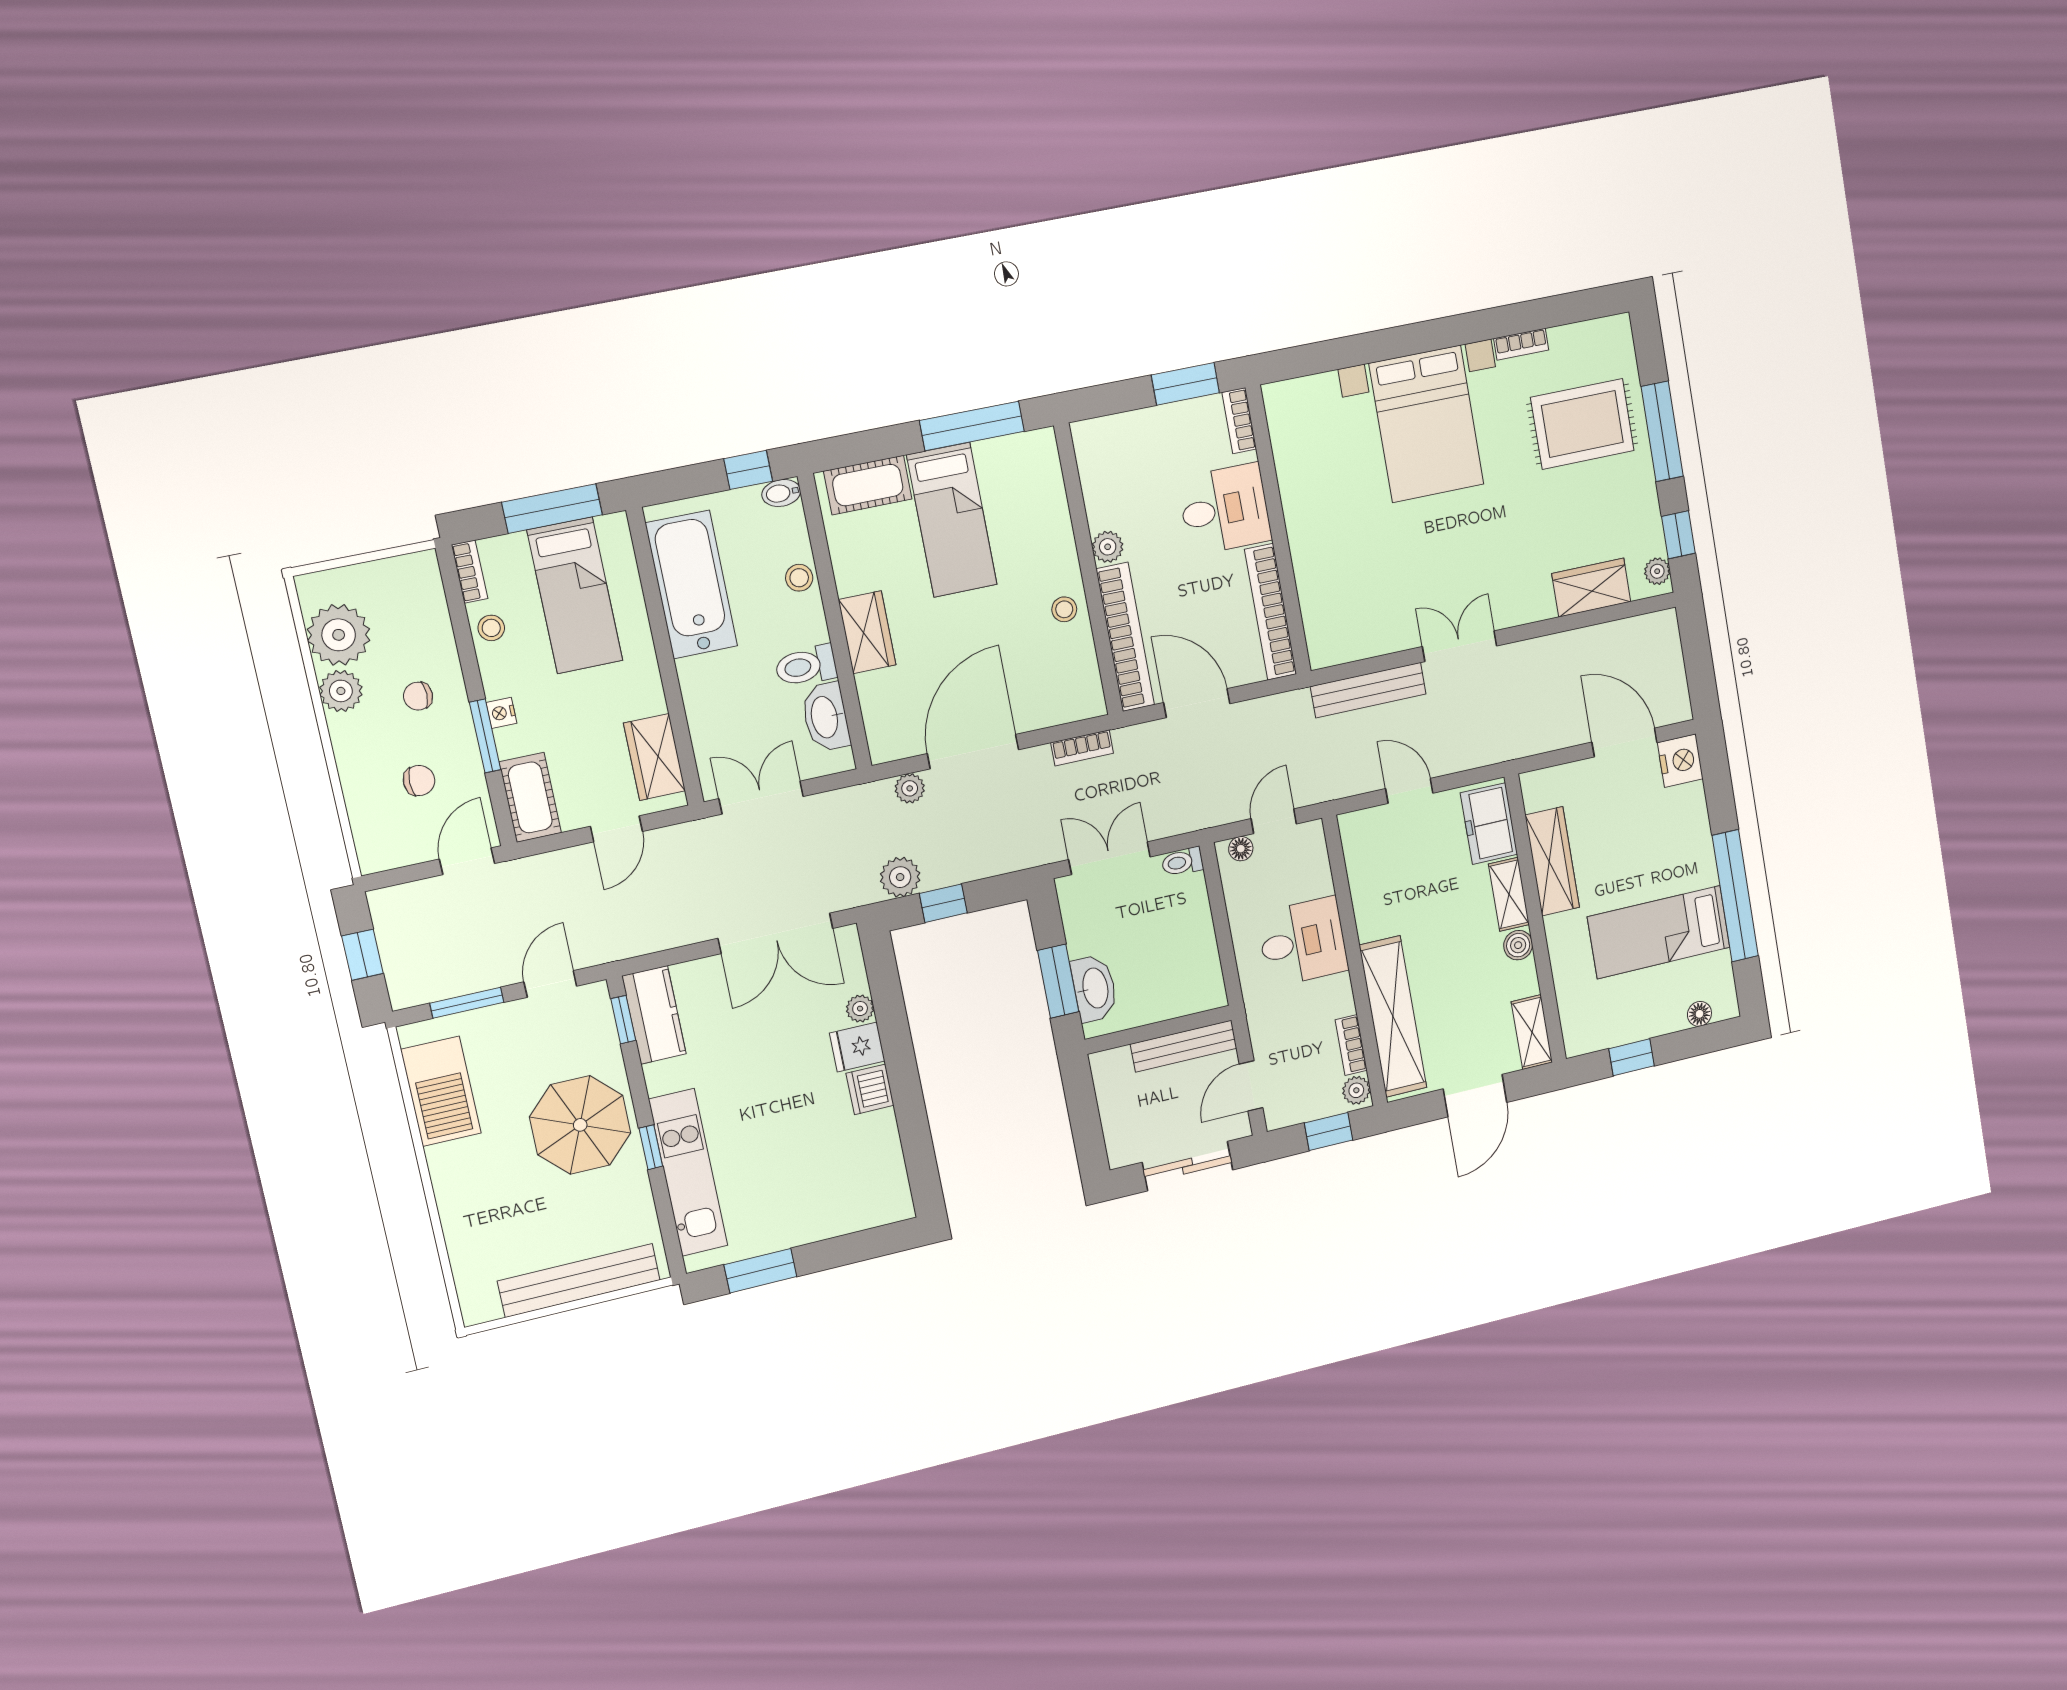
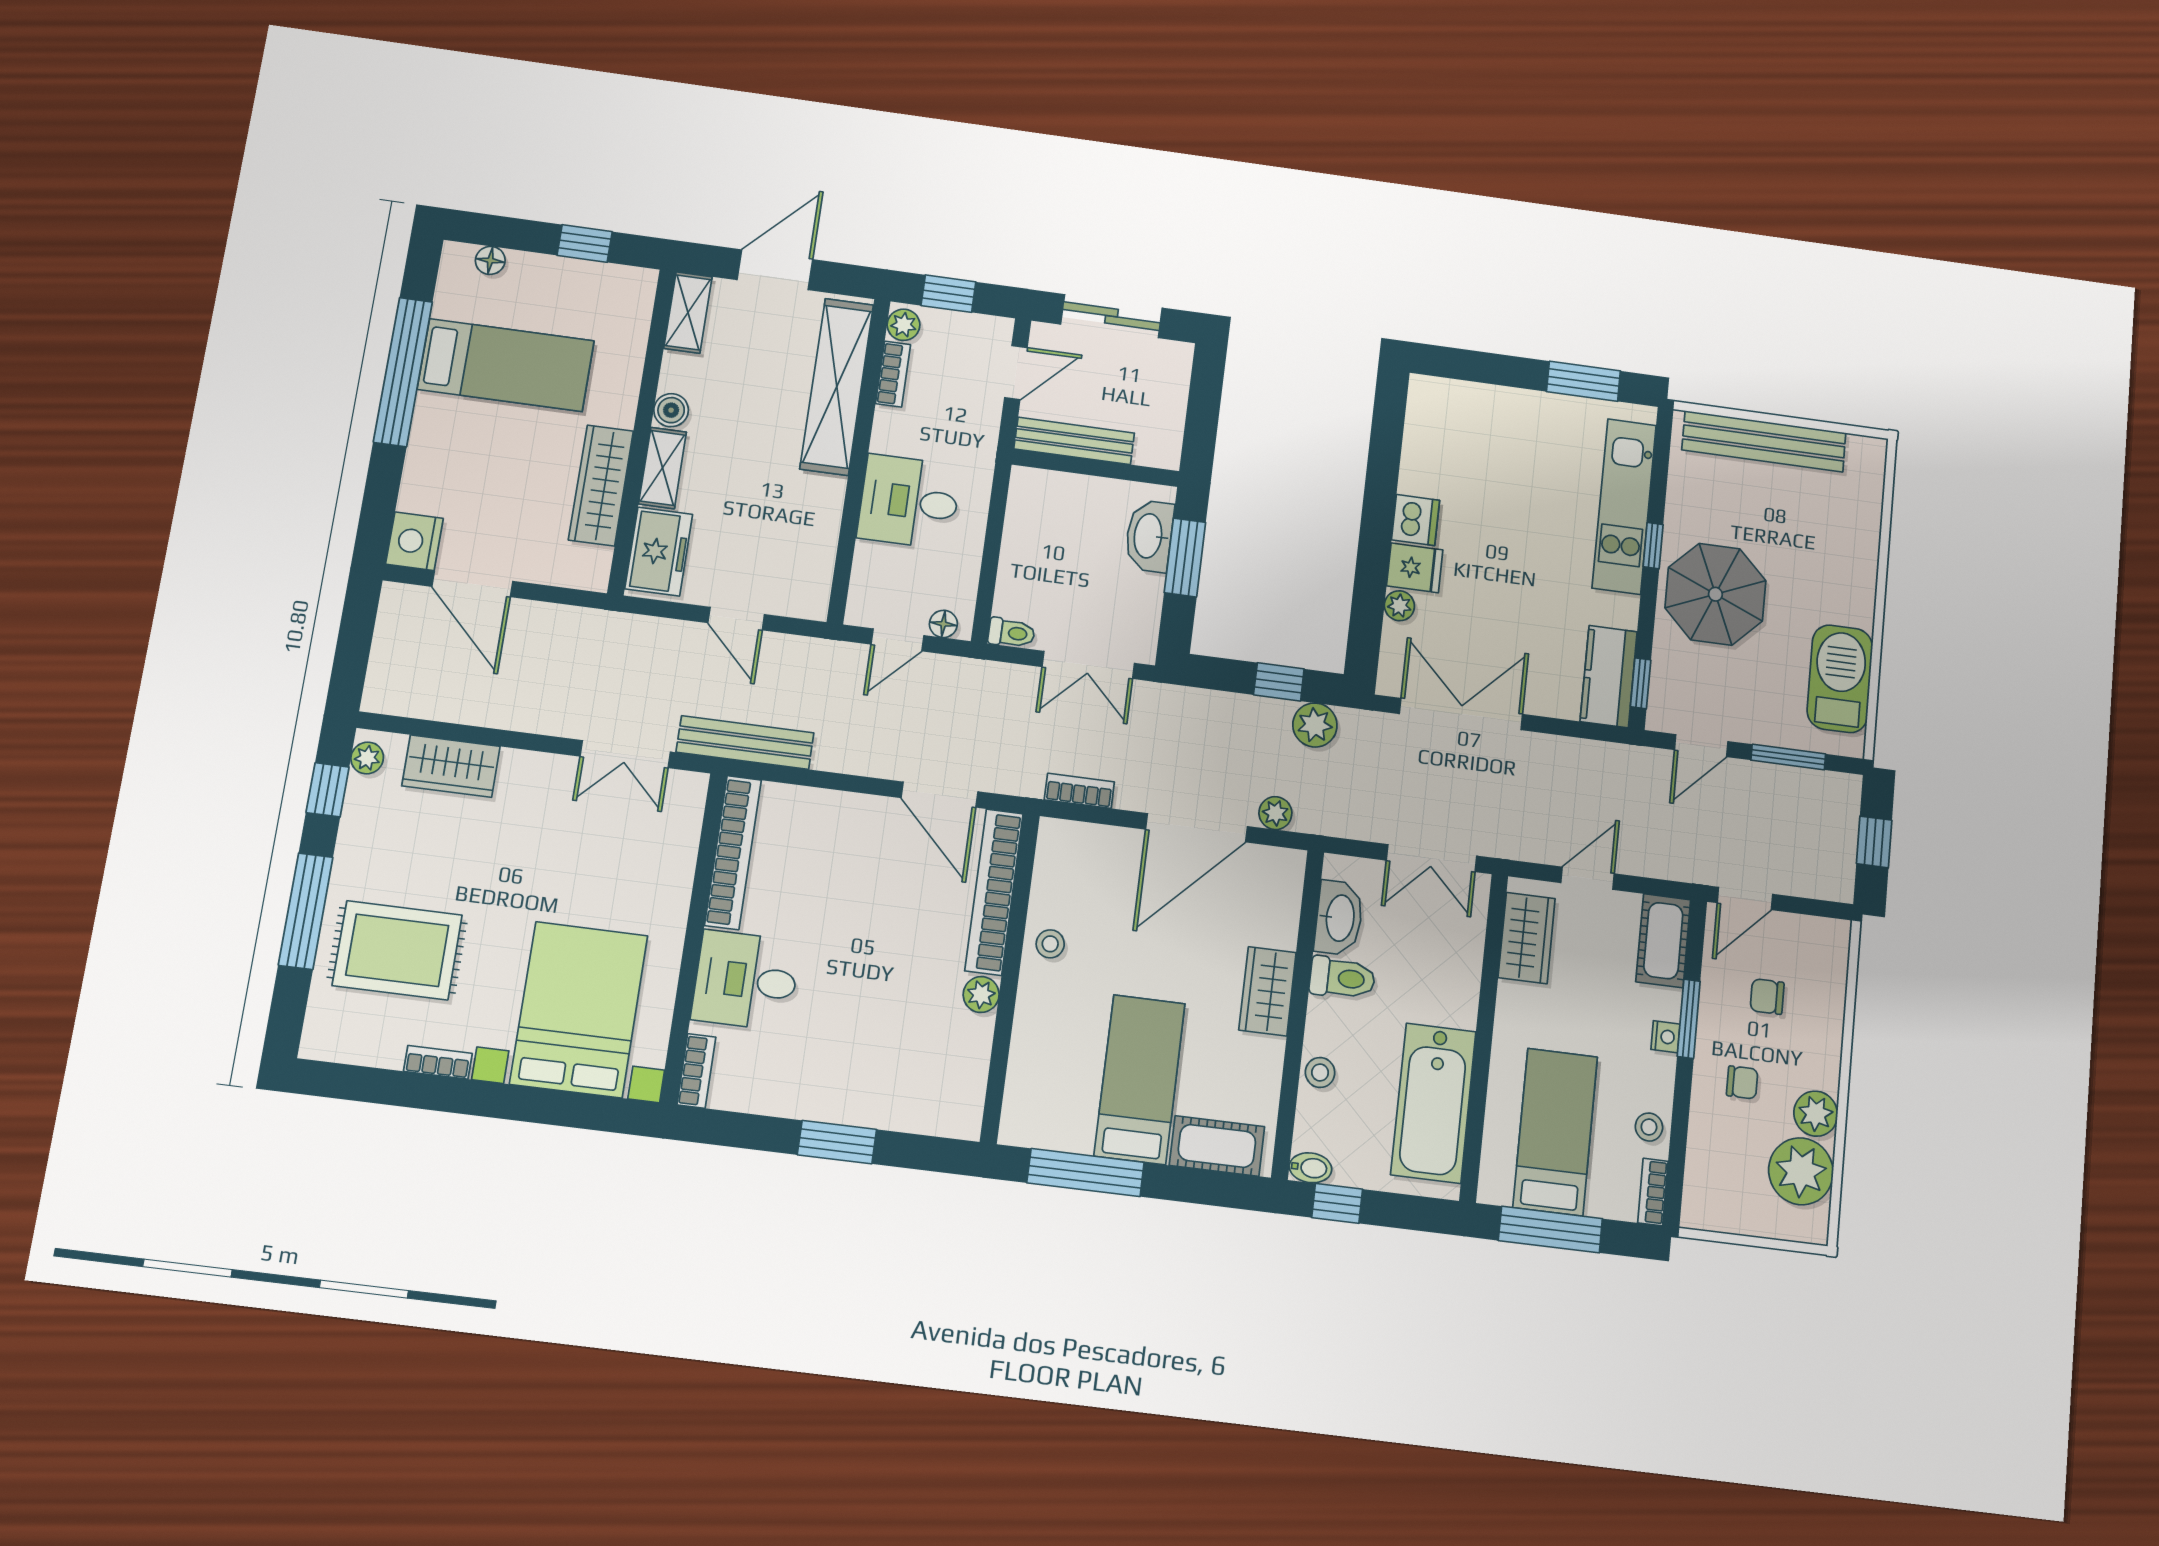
bookcase: (1239, 421) -> (696, 1071), moved
desk: (1225, 509) -> (746, 980), moved
wall: (1278, 530) -> (694, 937), moved
bookcase: (1271, 612) -> (733, 852), moved

